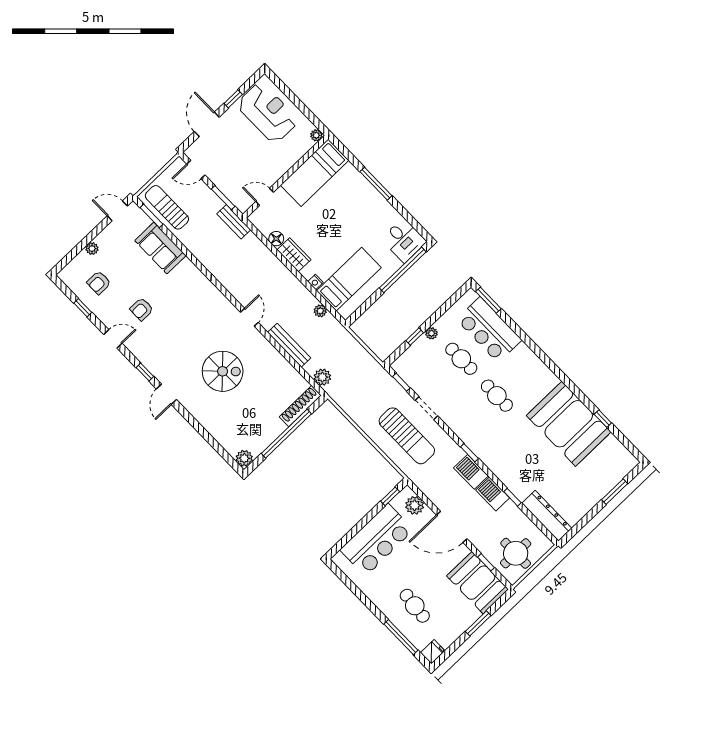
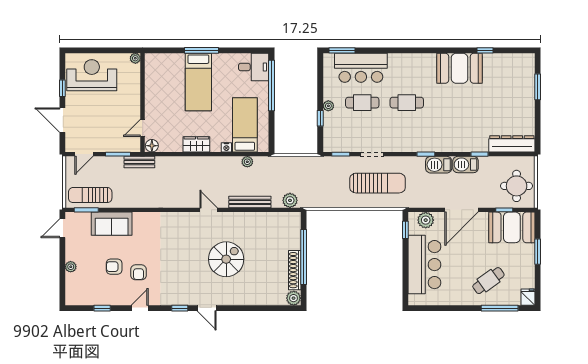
bed: (315, 173) -> (198, 82), moved
floor lamp: (276, 239) -> (152, 146), moved
armchair: (99, 283) -> (114, 267), moved, turned 90
shoe rack: (300, 406) -> (295, 270), moved
booth: (569, 424) -> (459, 68), width x0.73, depth x0.70
cafe table: (415, 606) -> (488, 281), turned -42

